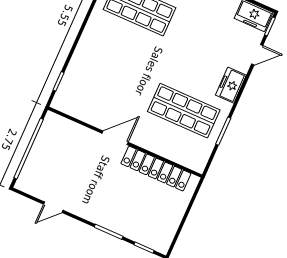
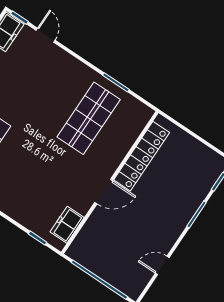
freezer: (231, 85) -> (67, 225), moved, turned 90
door: (115, 138) -> (104, 192), swing flipped
door: (53, 207) -> (162, 265), swing flipped

